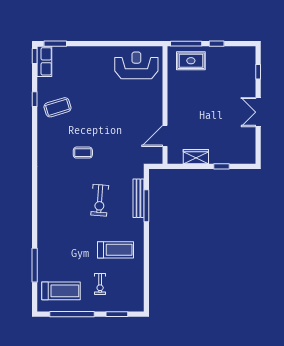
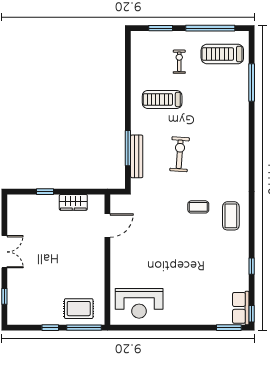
coffee table: (57, 107) -> (231, 216), moved, turned -73

